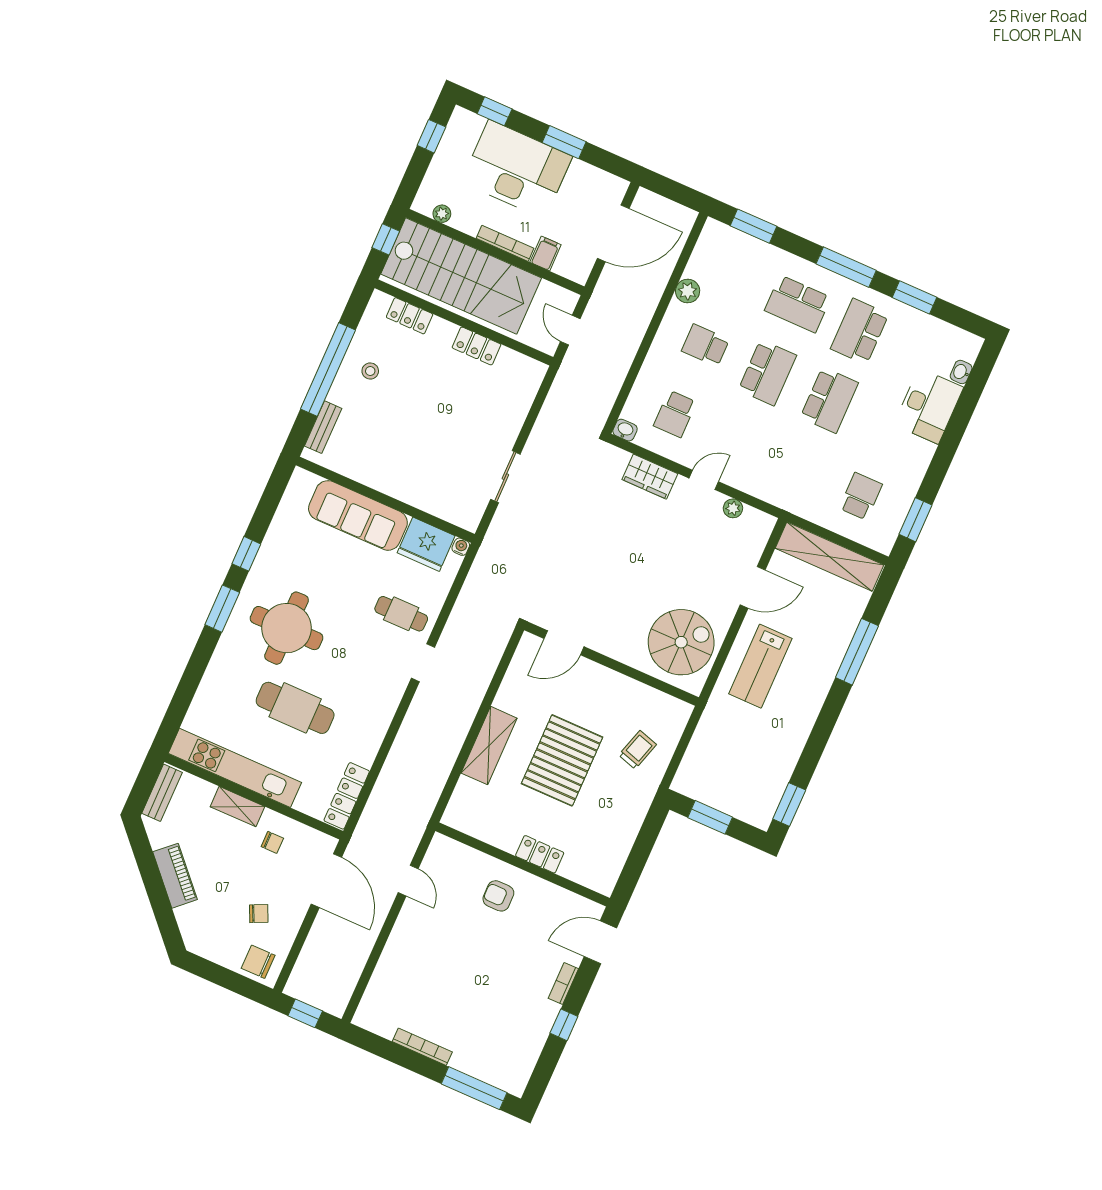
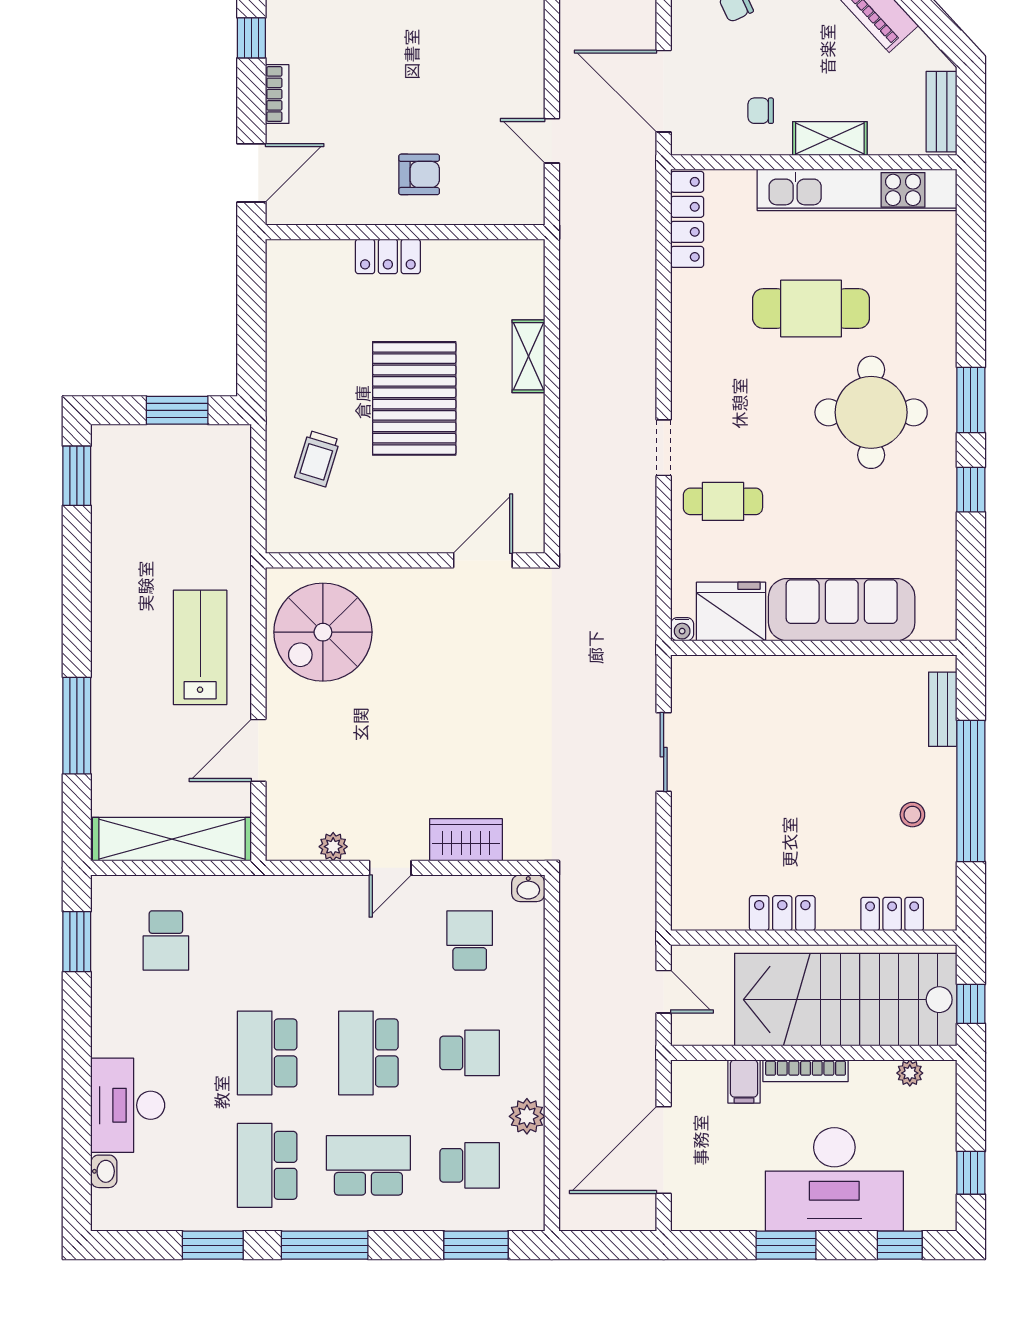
school desk: (736, 277) -> (470, 1165), added
school desk: (860, 331) -> (267, 1165), turned 180
shelving: (489, 746) -> (528, 356), width x0.67, depth x0.75

